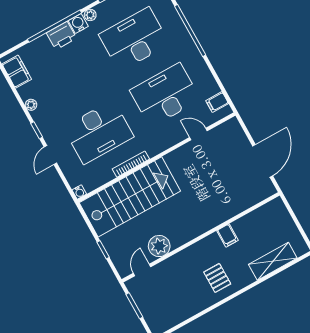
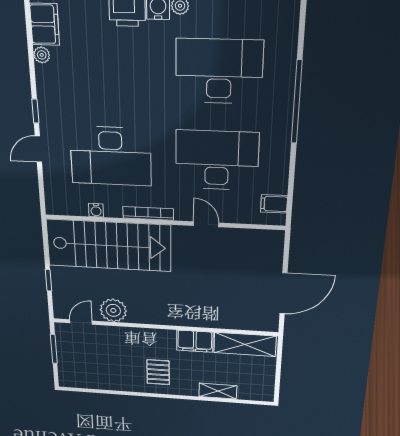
plant: (31, 105) -> (42, 55), moved
door: (198, 134) -> (206, 224), moved
bookcase: (131, 164) -> (148, 213), moved
water cooler: (79, 192) -> (96, 210), moved
shelving: (262, 216) -> (245, 344), added
filing cabinet: (227, 235) -> (195, 341), width x2.00
shelving: (273, 261) -> (218, 391), width x0.67, depth x0.75

